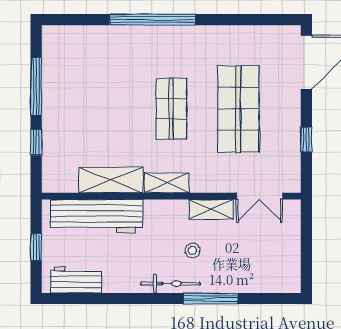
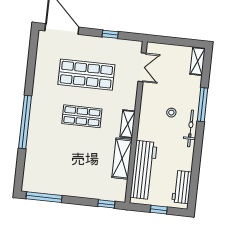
window: (36, 86) -> (44, 197), moved
window: (36, 142) -> (106, 204), moved
shelving: (211, 209) -> (197, 61), moved

